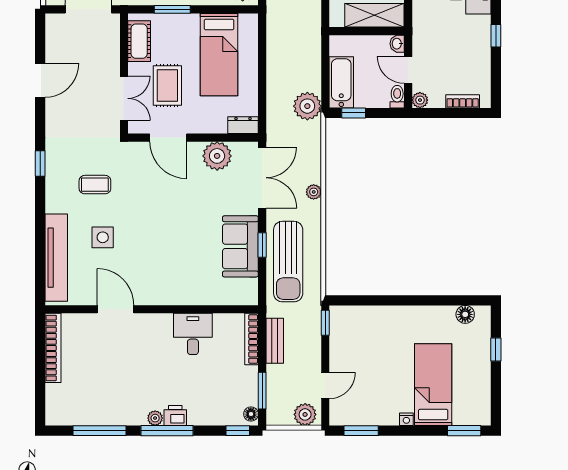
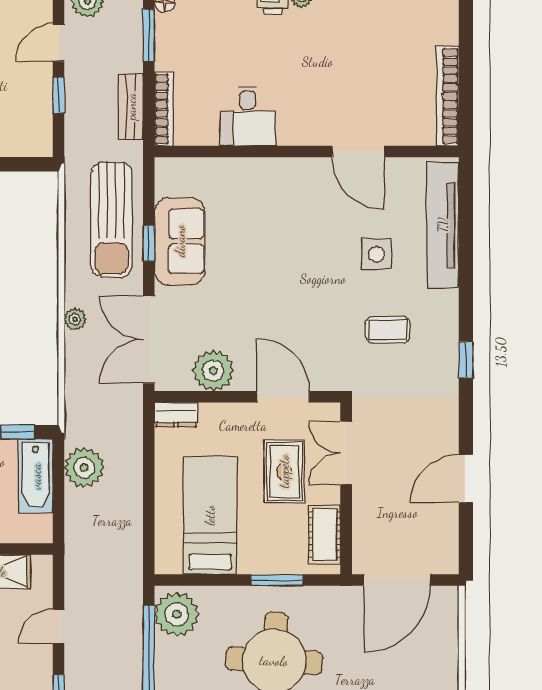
plant: (307, 106) -> (84, 468), moved
sun lounger: (288, 262) -> (111, 220), turned 180
window: (325, 323) -> (59, 95), moved

